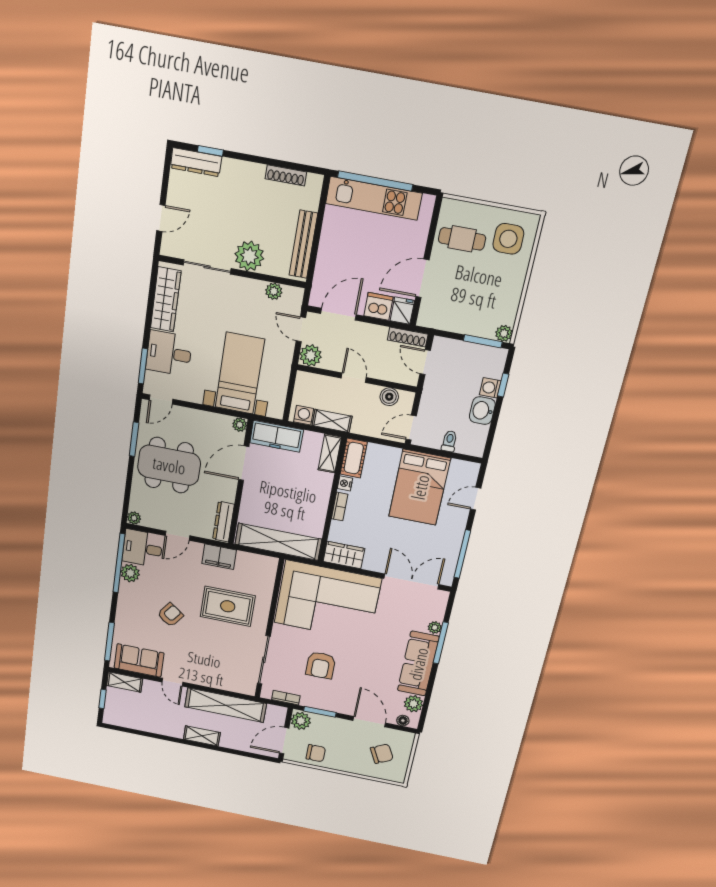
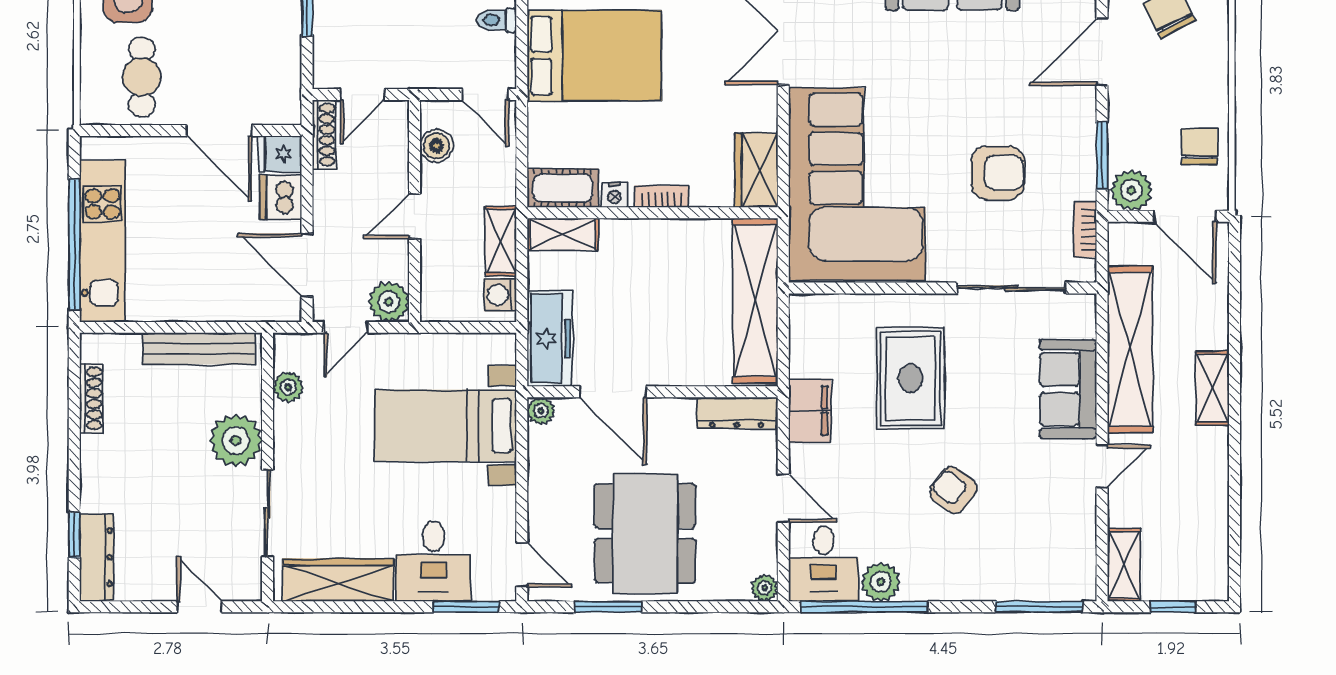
sofa: (139, 661) -> (1068, 389), moved

